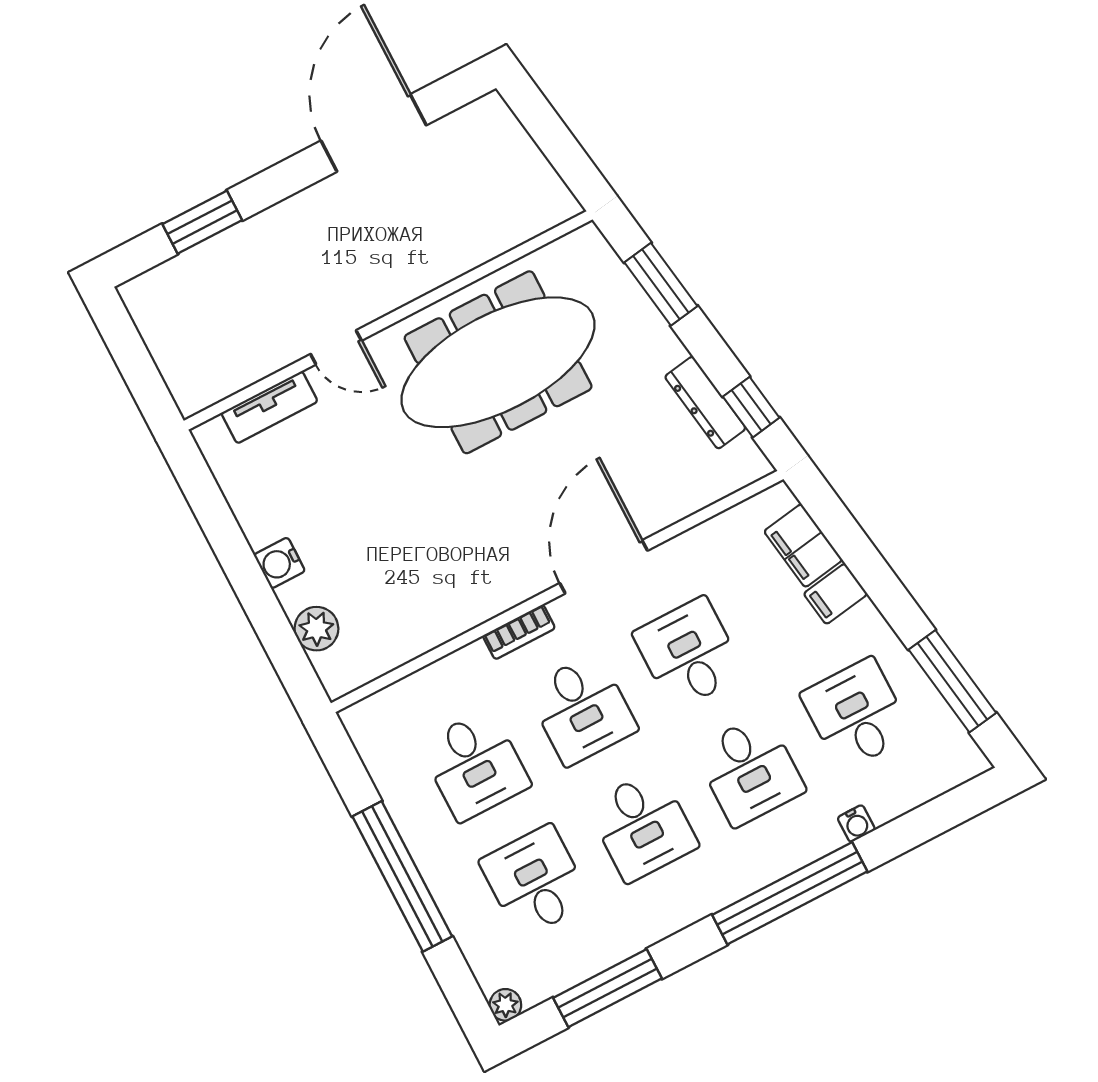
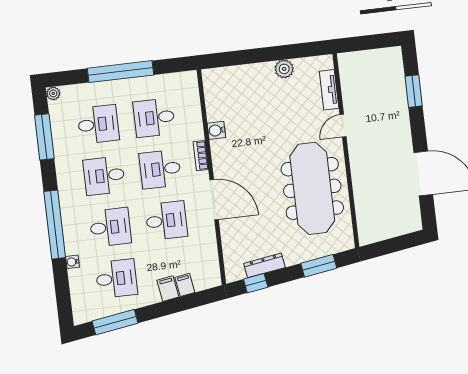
filing cabinet: (803, 546) -> (185, 285), width x0.50
water cooler: (279, 563) -> (216, 130), moved, turned -90
plant: (316, 629) -> (284, 69), moved
desk: (749, 770) -> (110, 227), turned 180

